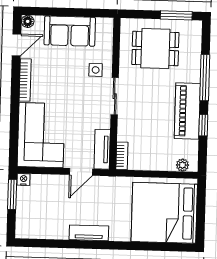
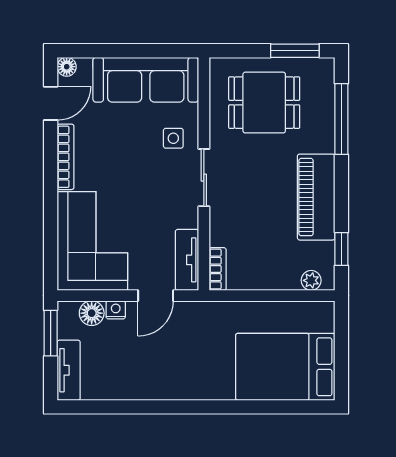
sofa: (70, 31) -> (146, 80), width x1.36
window: (205, 78) -> (341, 119), moved
window: (203, 125) -> (341, 249), moved
nightstand: (24, 179) -> (116, 310), moved
floor lamp: (39, 182) -> (92, 313), added
bed: (164, 213) -> (285, 367), width x0.73
tv unit: (89, 233) -> (69, 370), moved, turned 90

